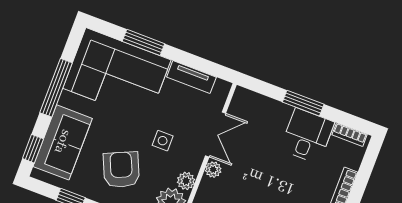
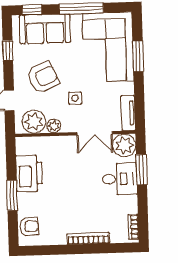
tv unit: (191, 77) -> (128, 113), moved
window: (303, 103) -> (141, 170), moved
desk: (307, 136) -> (120, 179), moved
plant: (213, 170) -> (124, 145), moved, width x1.88, depth x1.88

